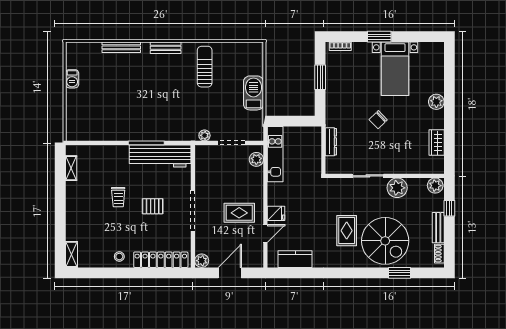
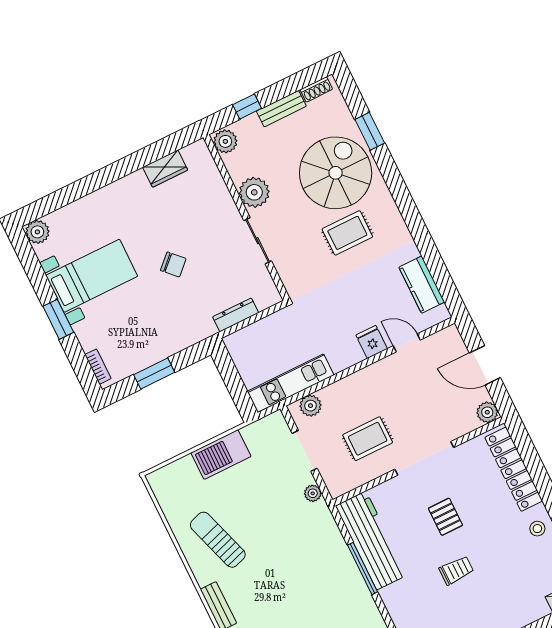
sun lounger: (205, 67) -> (218, 540), turned 72
plant: (436, 102) -> (37, 232), moved
rug: (239, 213) -> (368, 439), moved, turned 90

